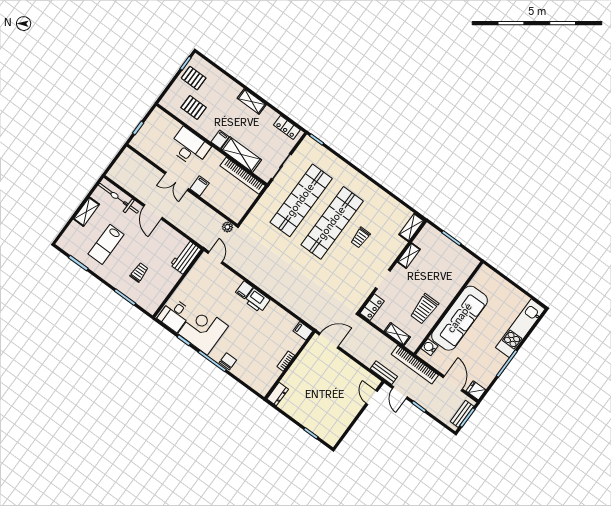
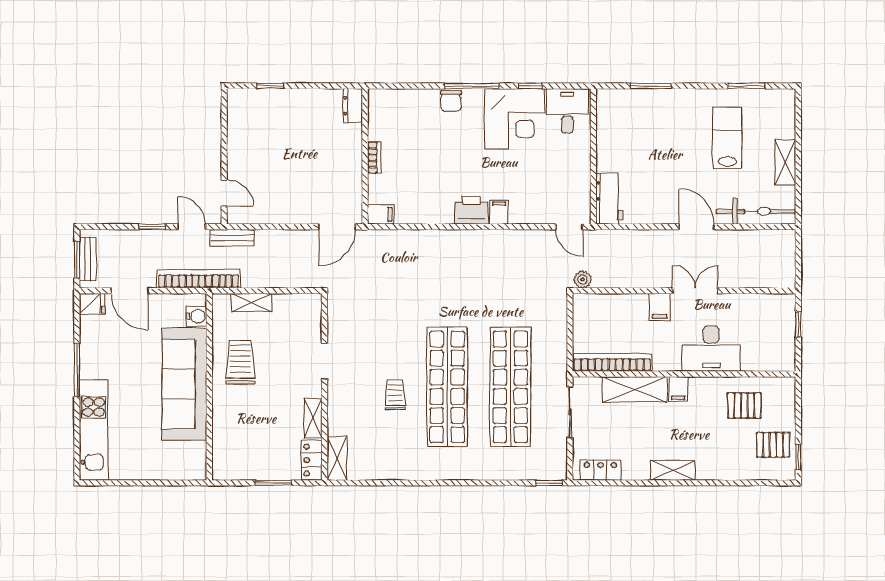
trolley: (139, 272) -> (656, 133), removed
locker: (372, 307) -> (312, 460), moved

